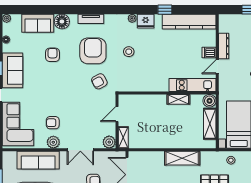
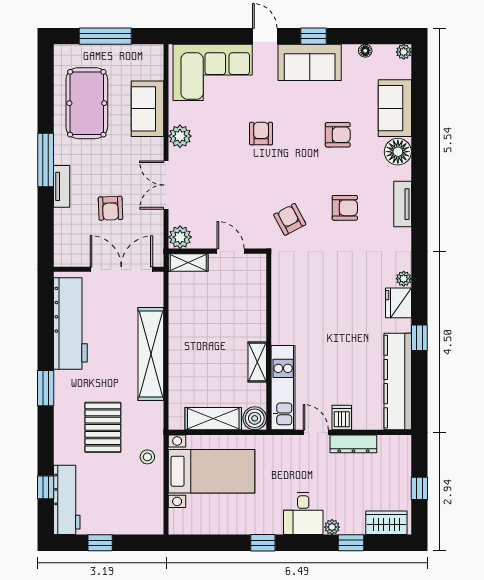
armchair: (93, 51) -> (345, 208), width x0.53, depth x0.53
stool: (129, 52) -> (343, 272), removed
armchair: (53, 123) -> (261, 134), moved
shelving: (182, 158) -> (151, 354), width x1.47
sofa: (38, 160) -> (148, 109), width x0.73

